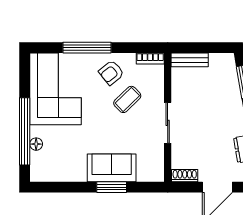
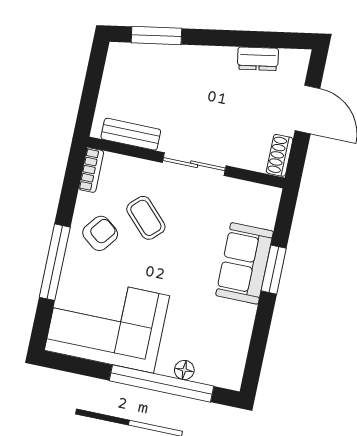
bench: (190, 60) -> (131, 134), moved, turned 90
armchair: (111, 73) -> (100, 233), turned -103

